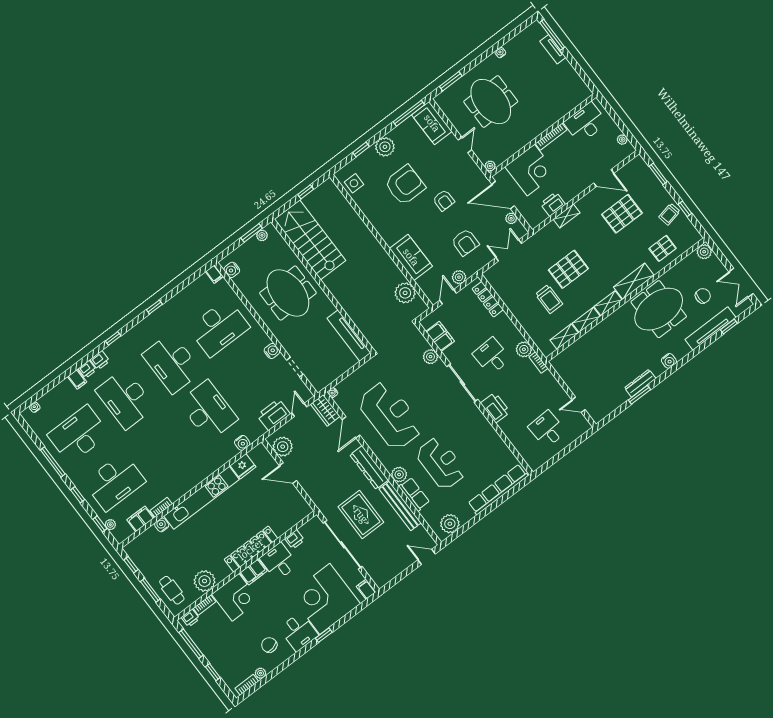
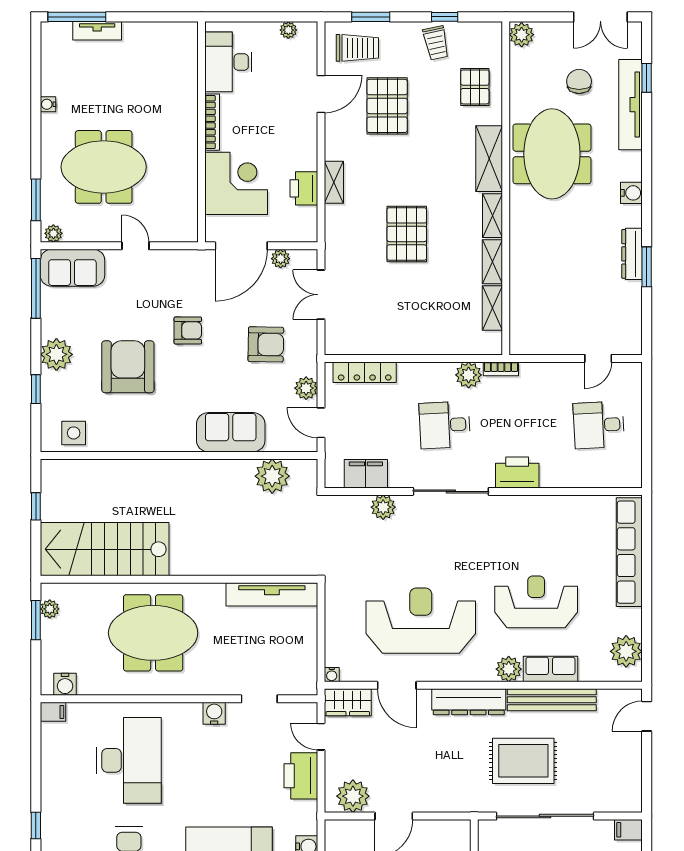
plant: (490, 166) -> (53, 233), moved
trolley: (549, 299) -> (357, 48), moved

